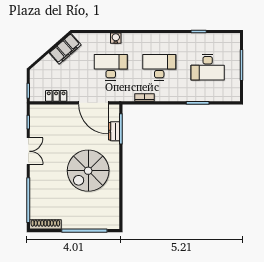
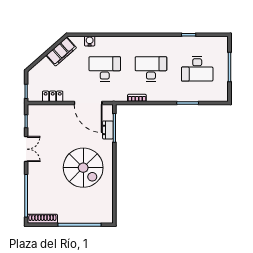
water cooler: (116, 38) -> (90, 41), moved
spiral stairs: (88, 171) -> (83, 168), turned -90

